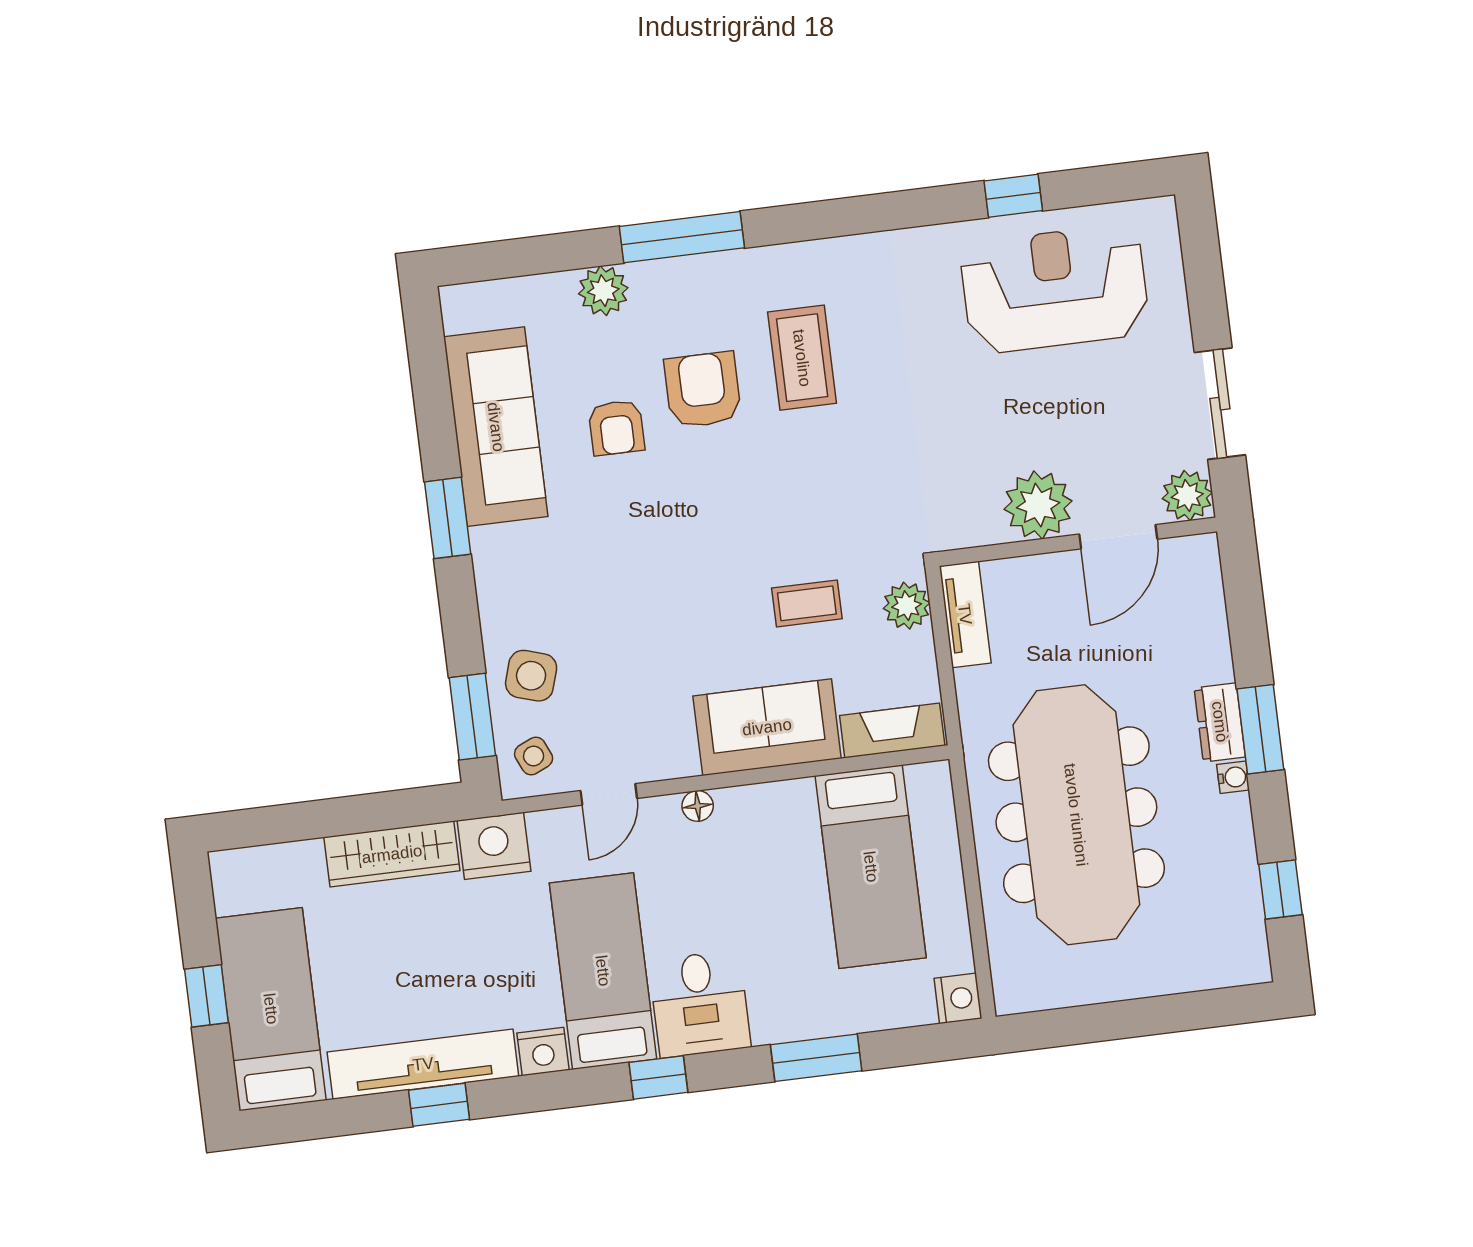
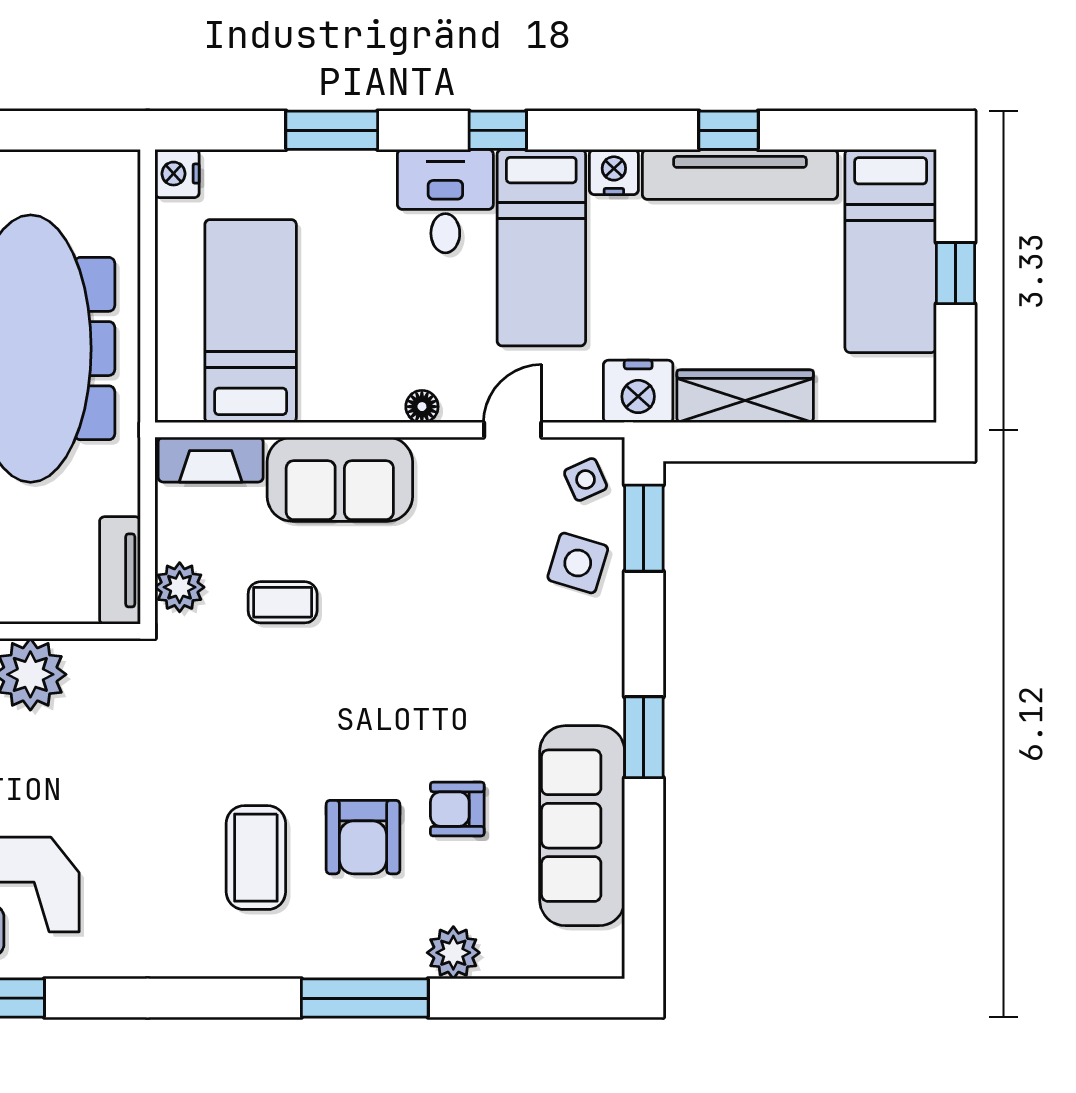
armchair: (616, 428) -> (457, 809), turned -90

